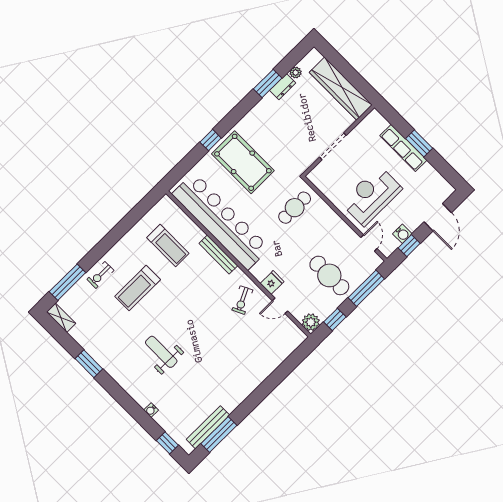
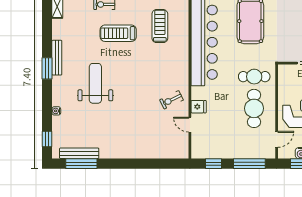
treadmill: (168, 246) -> (160, 26), turned 180
bench: (218, 254) -> (57, 58), moved
cafe table: (329, 275) -> (254, 108), moved
plant: (311, 322) -> (198, 152), removed
weight bench: (161, 352) -> (95, 83), width x1.36, depth x1.33
window: (89, 364) -> (47, 68), moved

